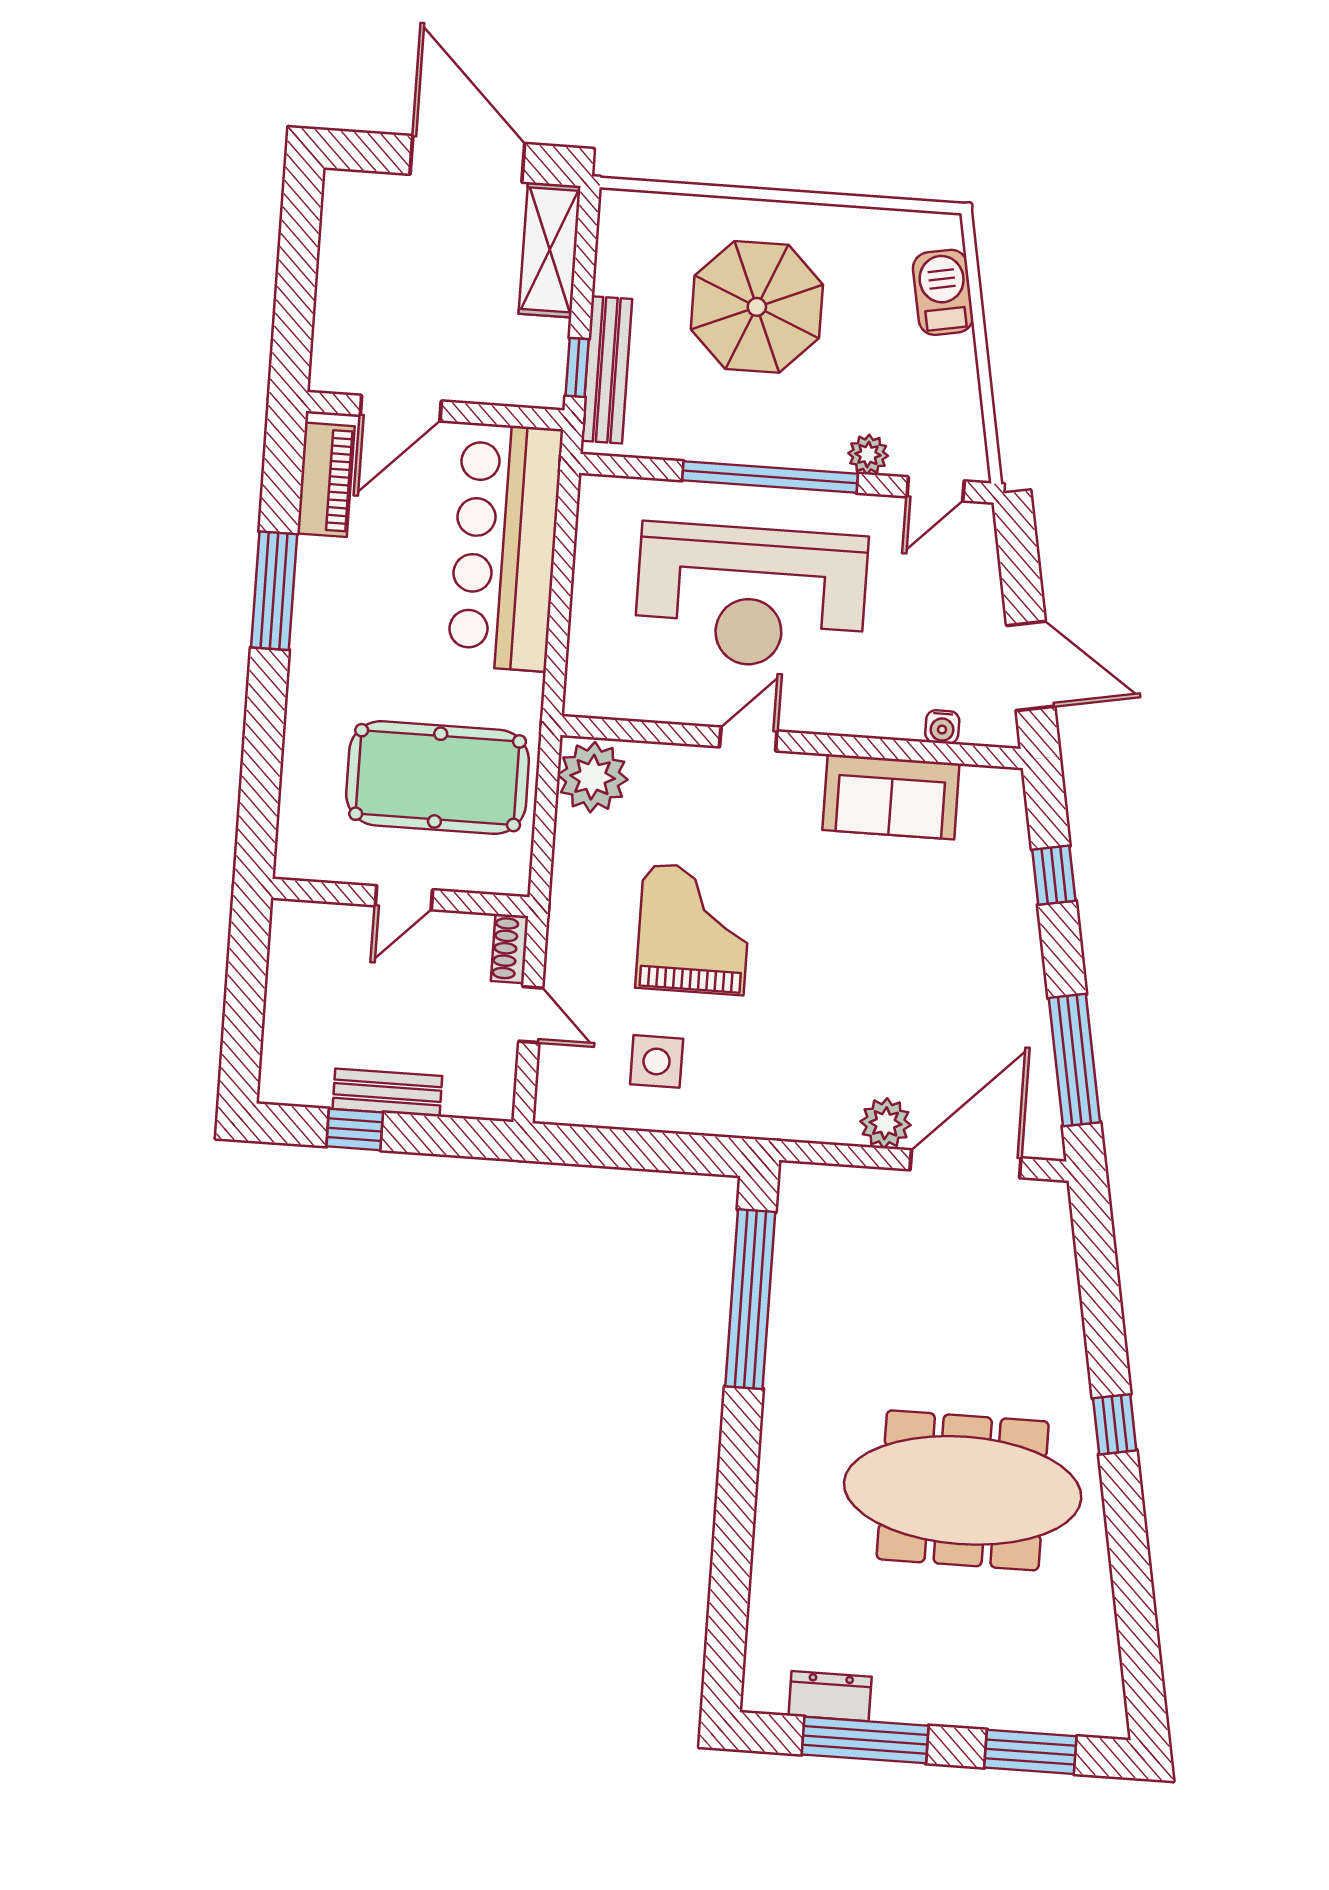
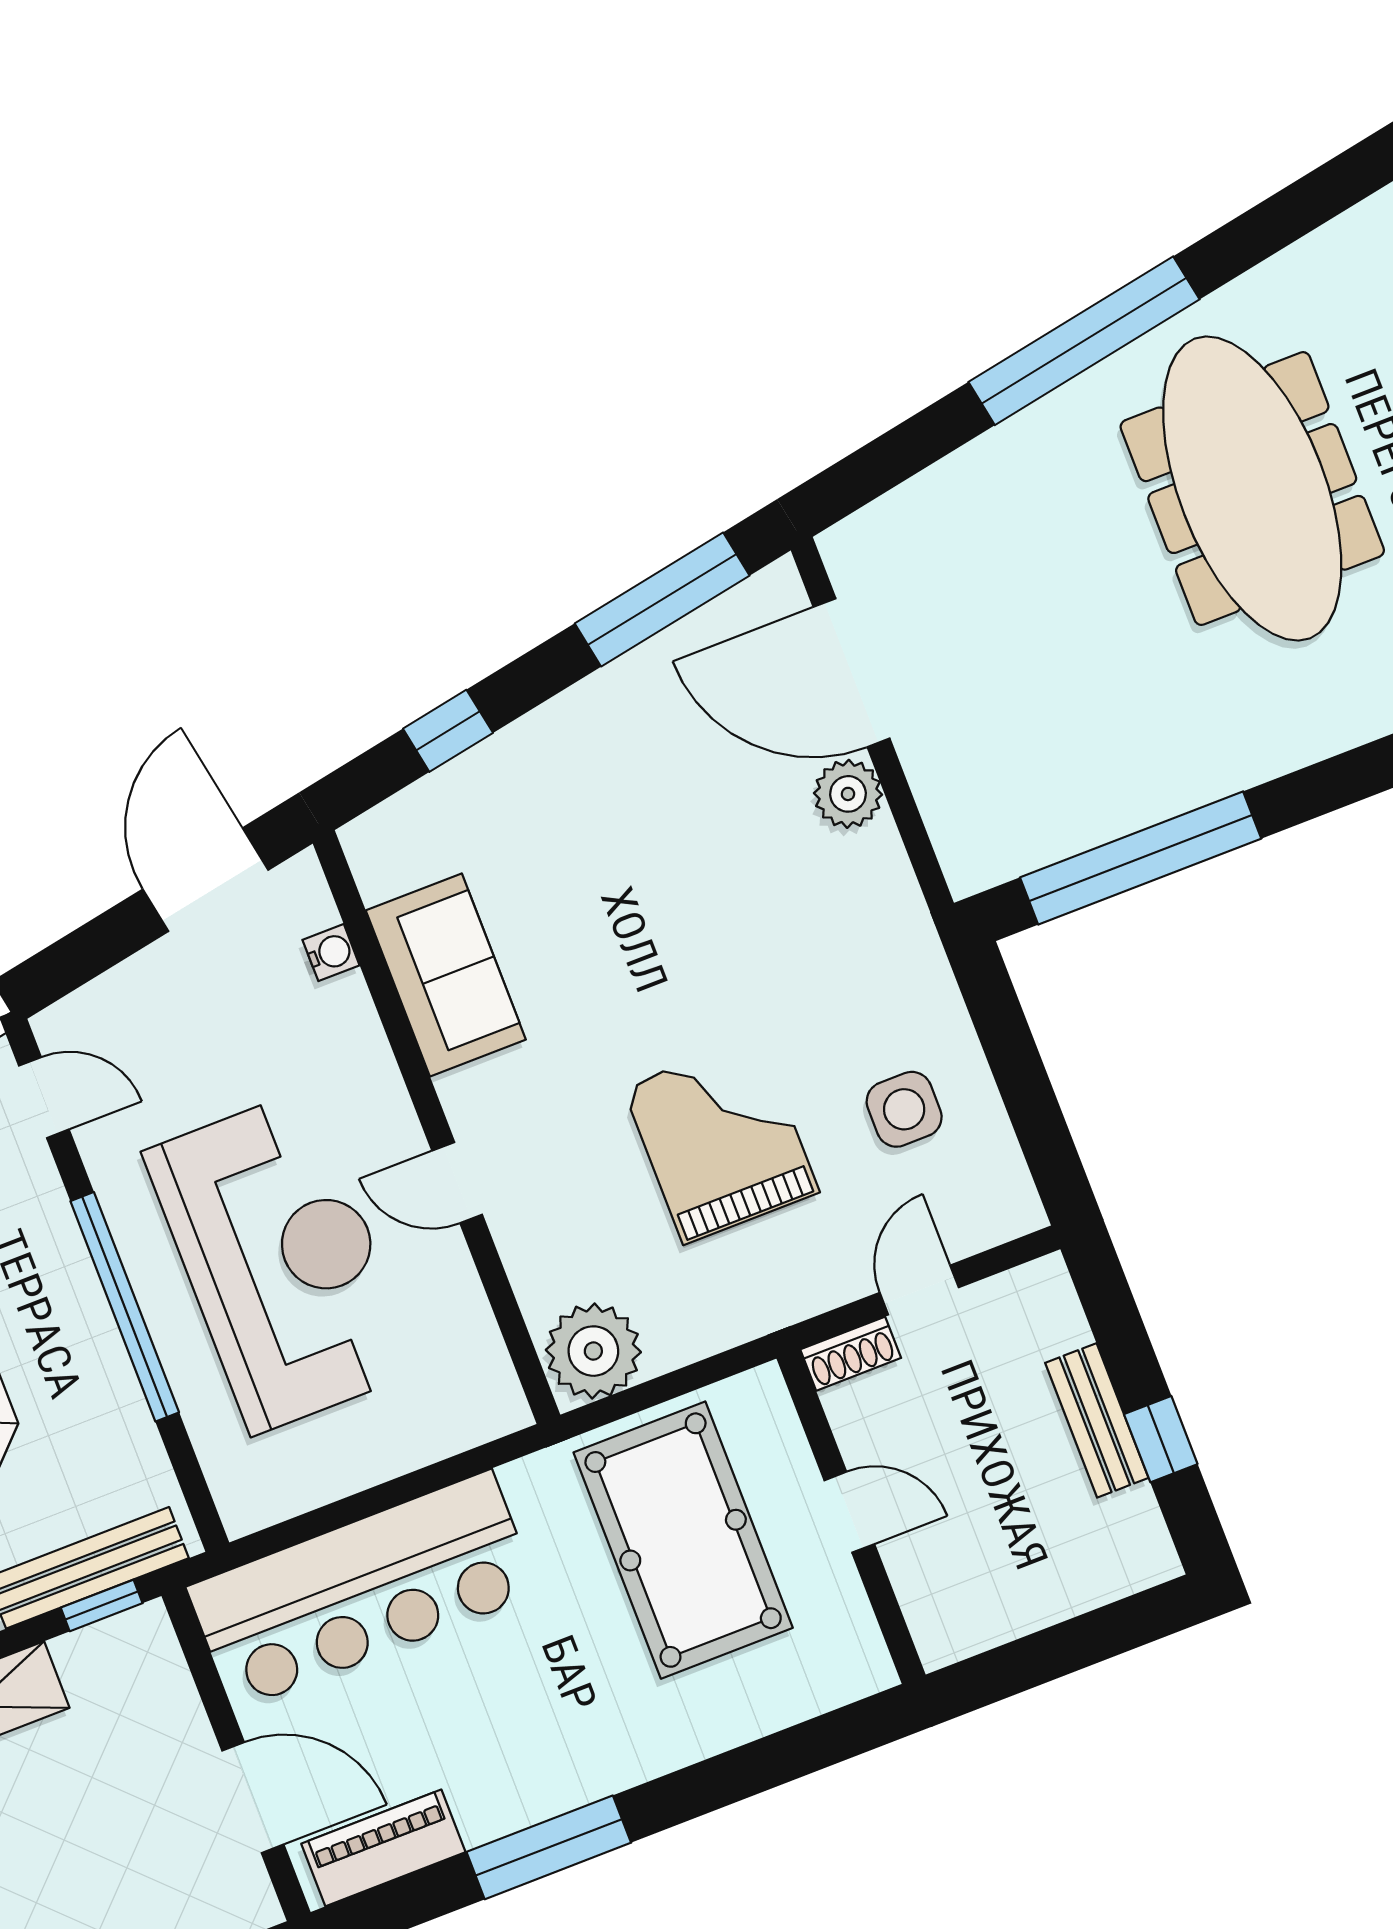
plant: (868, 455) -> (41, 1200), removed
grand piano: (694, 929) -> (721, 1140), turned 90
window: (1115, 1424) -> (1084, 341), width x3.17

